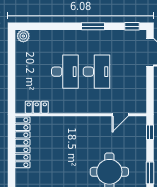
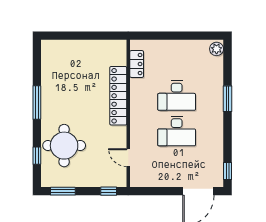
window: (93, 26) -> (227, 99), moved
locker: (22, 142) -> (118, 96), moved, turned 90

